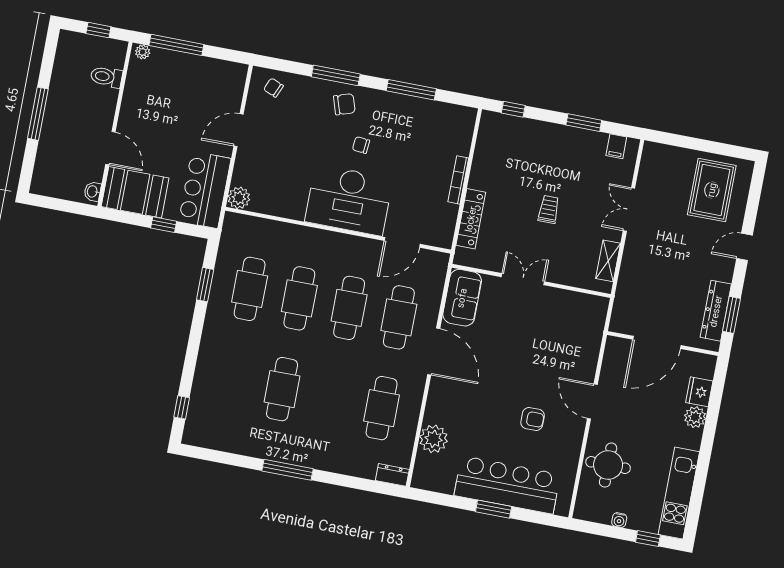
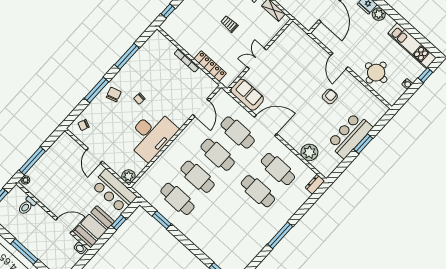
desk: (349, 200) -> (151, 135), moved
cafe table: (282, 389) -> (258, 191), moved
door: (592, 401) -> (339, 61), hinge flipped
bar counter: (507, 485) -> (350, 135), width x0.73

